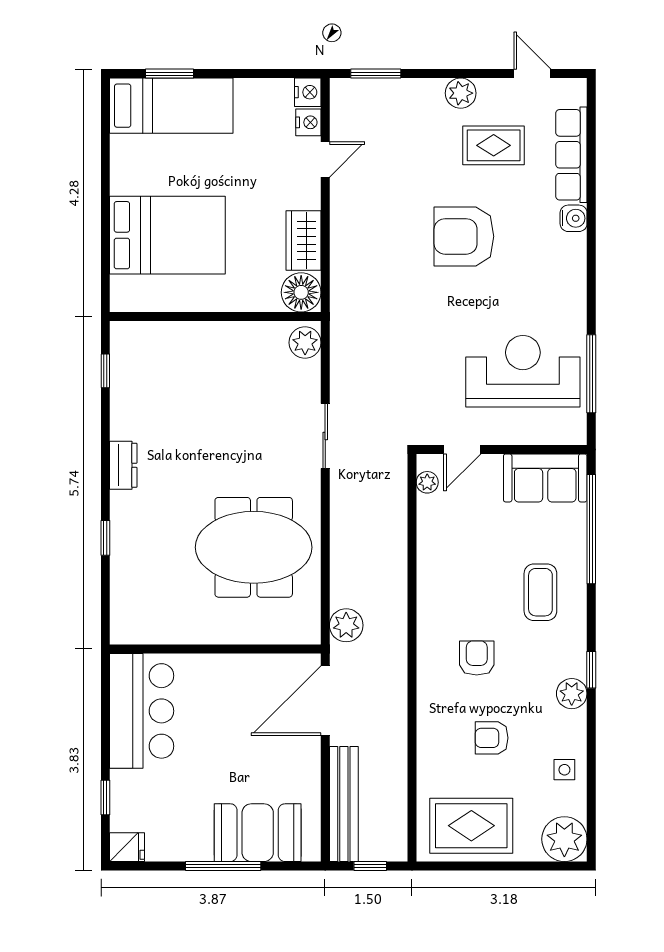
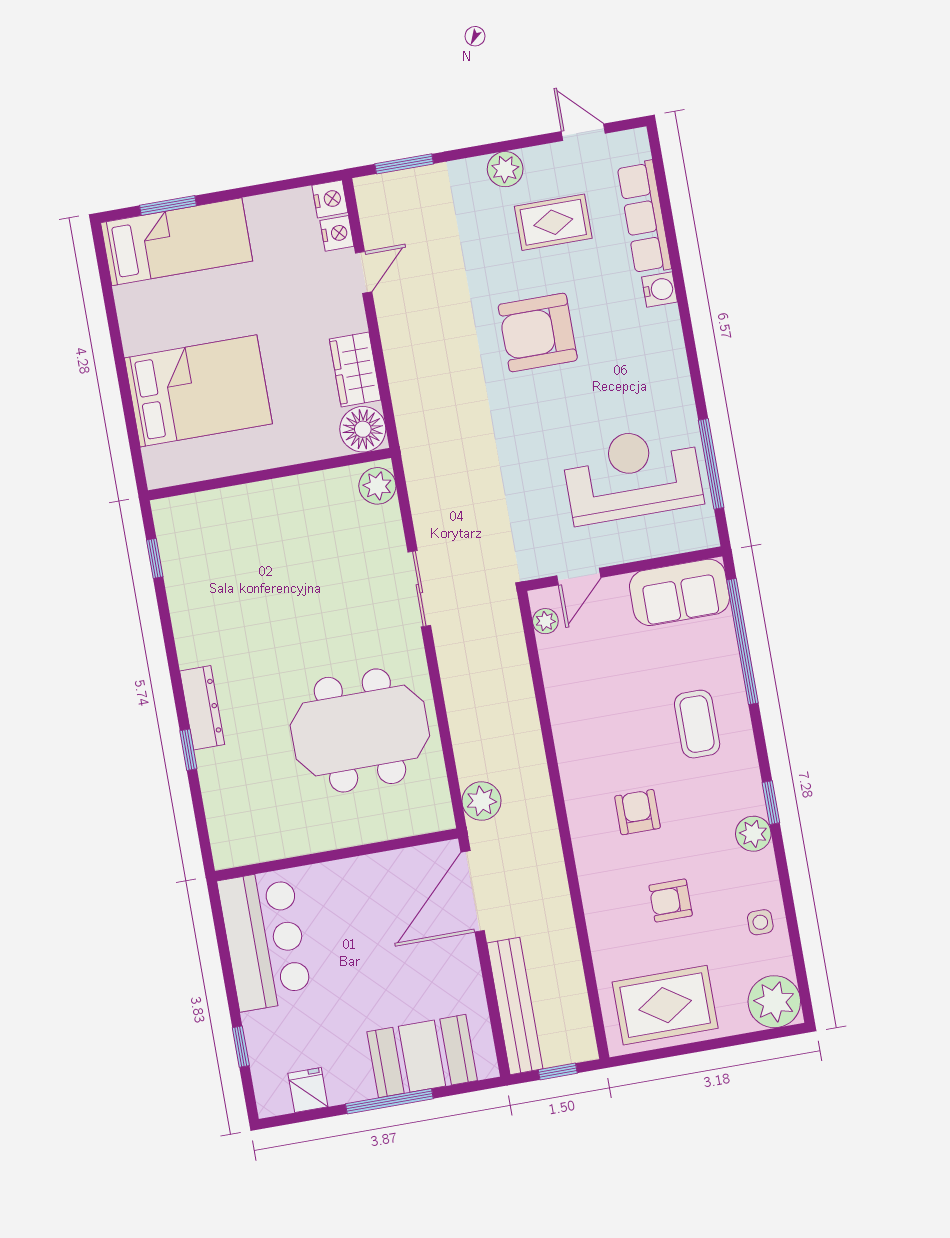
dresser: (123, 465) -> (202, 708), moved, width x1.44
fridge: (127, 847) -> (308, 1090), moved, turned -90

